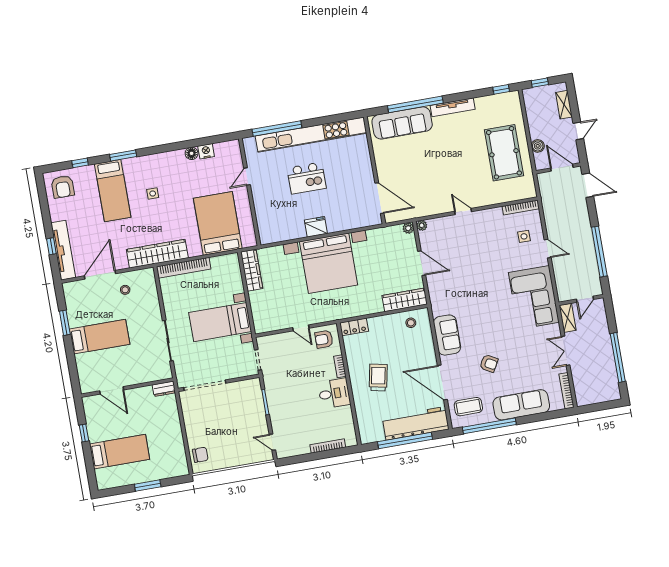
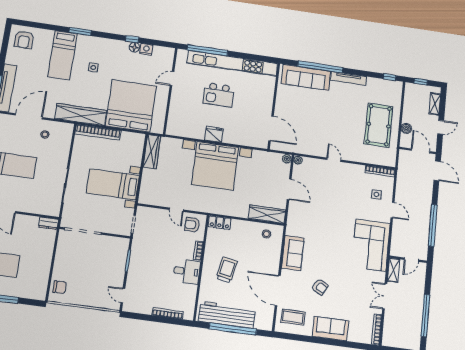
window: (80, 163) -> (132, 39), moved
bed: (218, 223) -> (131, 106), width x1.36
sofa: (521, 405) -> (331, 329), width x0.73
workbench: (416, 423) -> (227, 315), moved
window: (489, 426) -> (306, 339), removed

